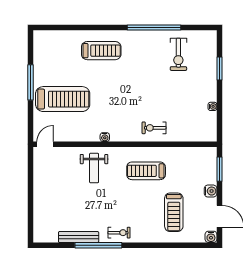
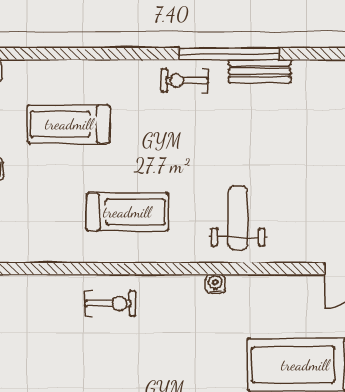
treadmill: (174, 212) -> (69, 124), turned -90
bench: (79, 237) -> (260, 71), width x0.73

